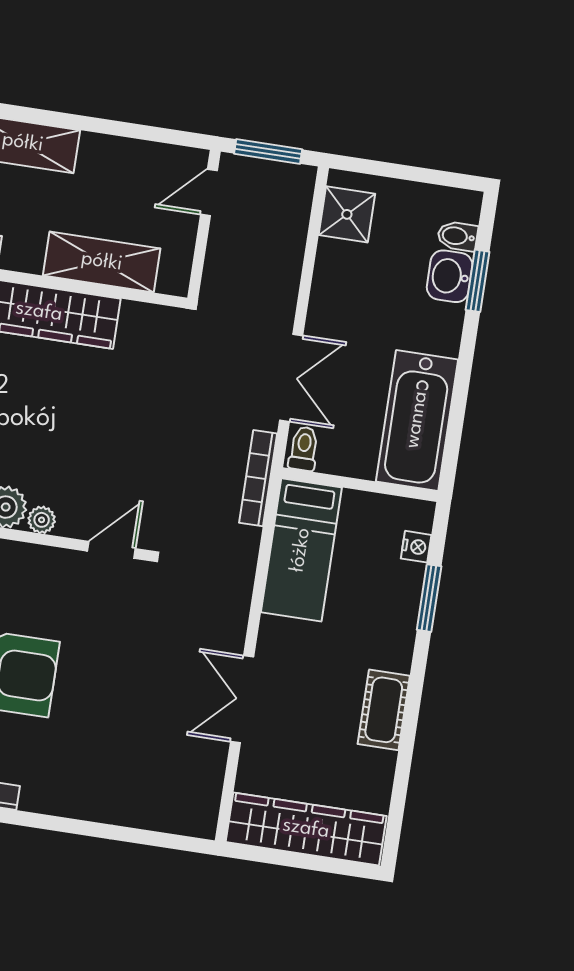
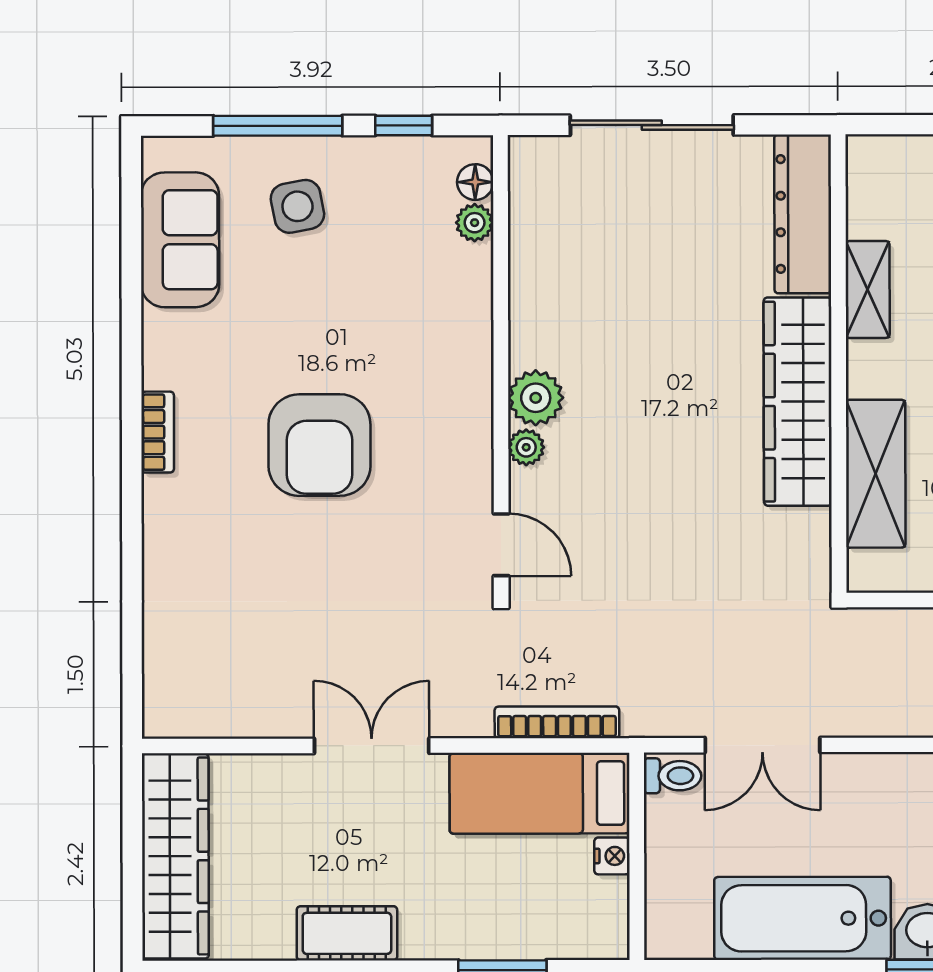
bathtub: (417, 420) -> (803, 918), moved
bookcase: (258, 478) -> (557, 722), moved
nightstand: (416, 547) -> (612, 856), moved, turned -90
double door: (242, 699) -> (372, 746), moved

